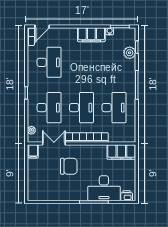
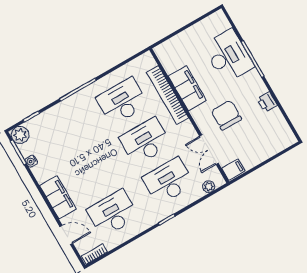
door: (42, 26) -> (66, 235), moved
filing cabinet: (91, 35) -> (58, 197), moved
plant: (130, 53) -> (20, 135), moved
bookcase: (87, 138) -> (167, 95), moved
filing cabinet: (121, 152) -> (187, 88), moved
printer: (127, 196) -> (267, 102), moved

